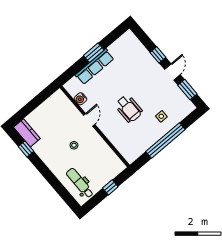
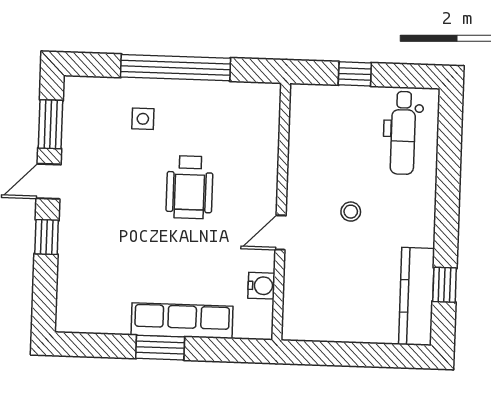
wheelchair: (129, 109) -> (190, 187), turned 180
kitchen counter: (27, 133) -> (417, 296), width x1.50

